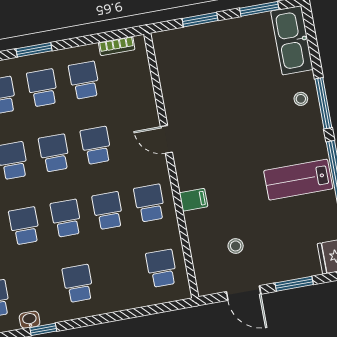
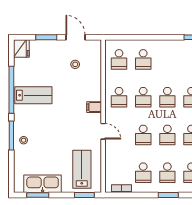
window: (200, 20) -> (84, 195), moved
kitchen sink: (292, 40) -> (43, 184), moved, turned -90
lab bench: (191, 67) -> (82, 169), added
filing cabinet: (194, 200) -> (94, 107), moved
school desk: (78, 283) -> (143, 59), moved

